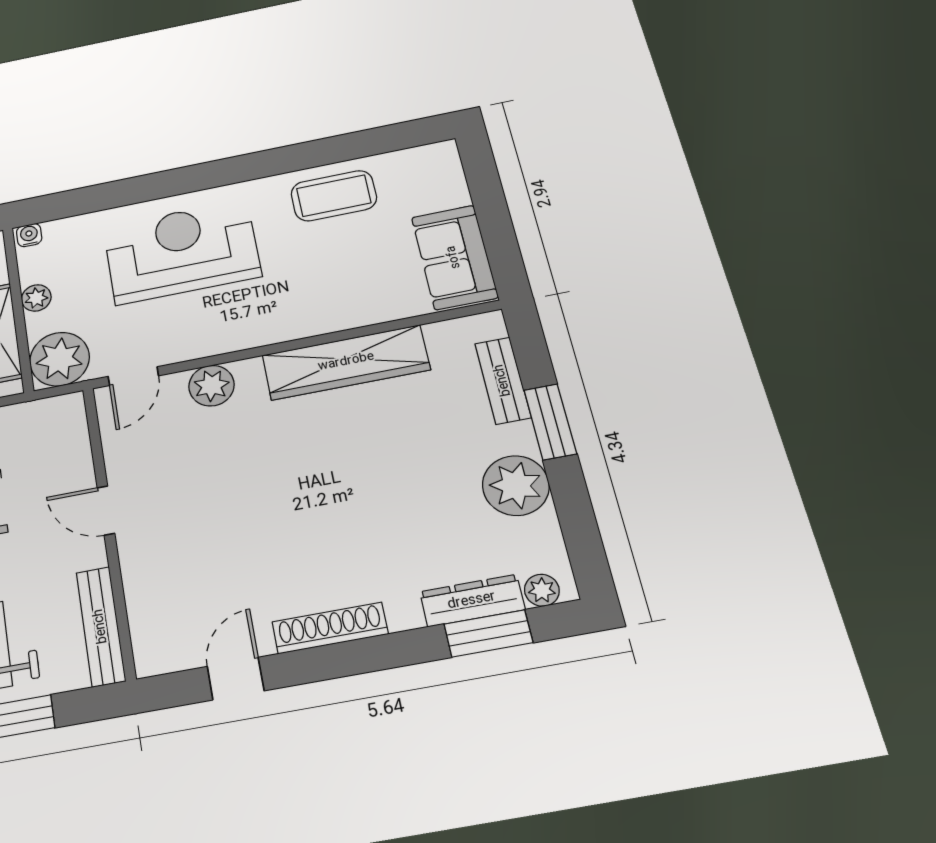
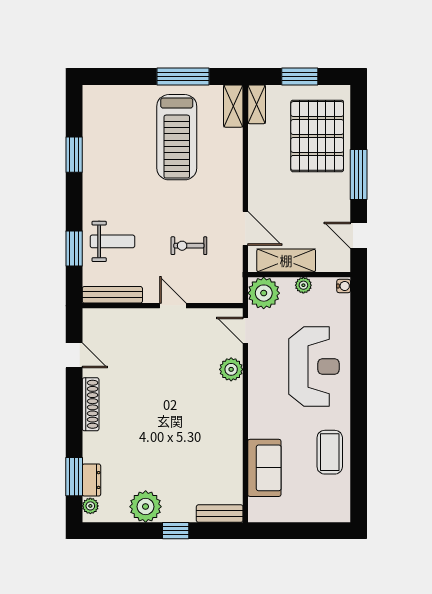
sofa: (454, 257) -> (264, 468), moved, turned 90
wardrobe: (346, 362) -> (230, 439), removed
bench: (503, 380) -> (220, 514), moved
window: (550, 422) -> (176, 531), width x0.67
door: (106, 510) -> (173, 306), hinge flipped
dresser: (472, 601) -> (91, 480), width x0.70

